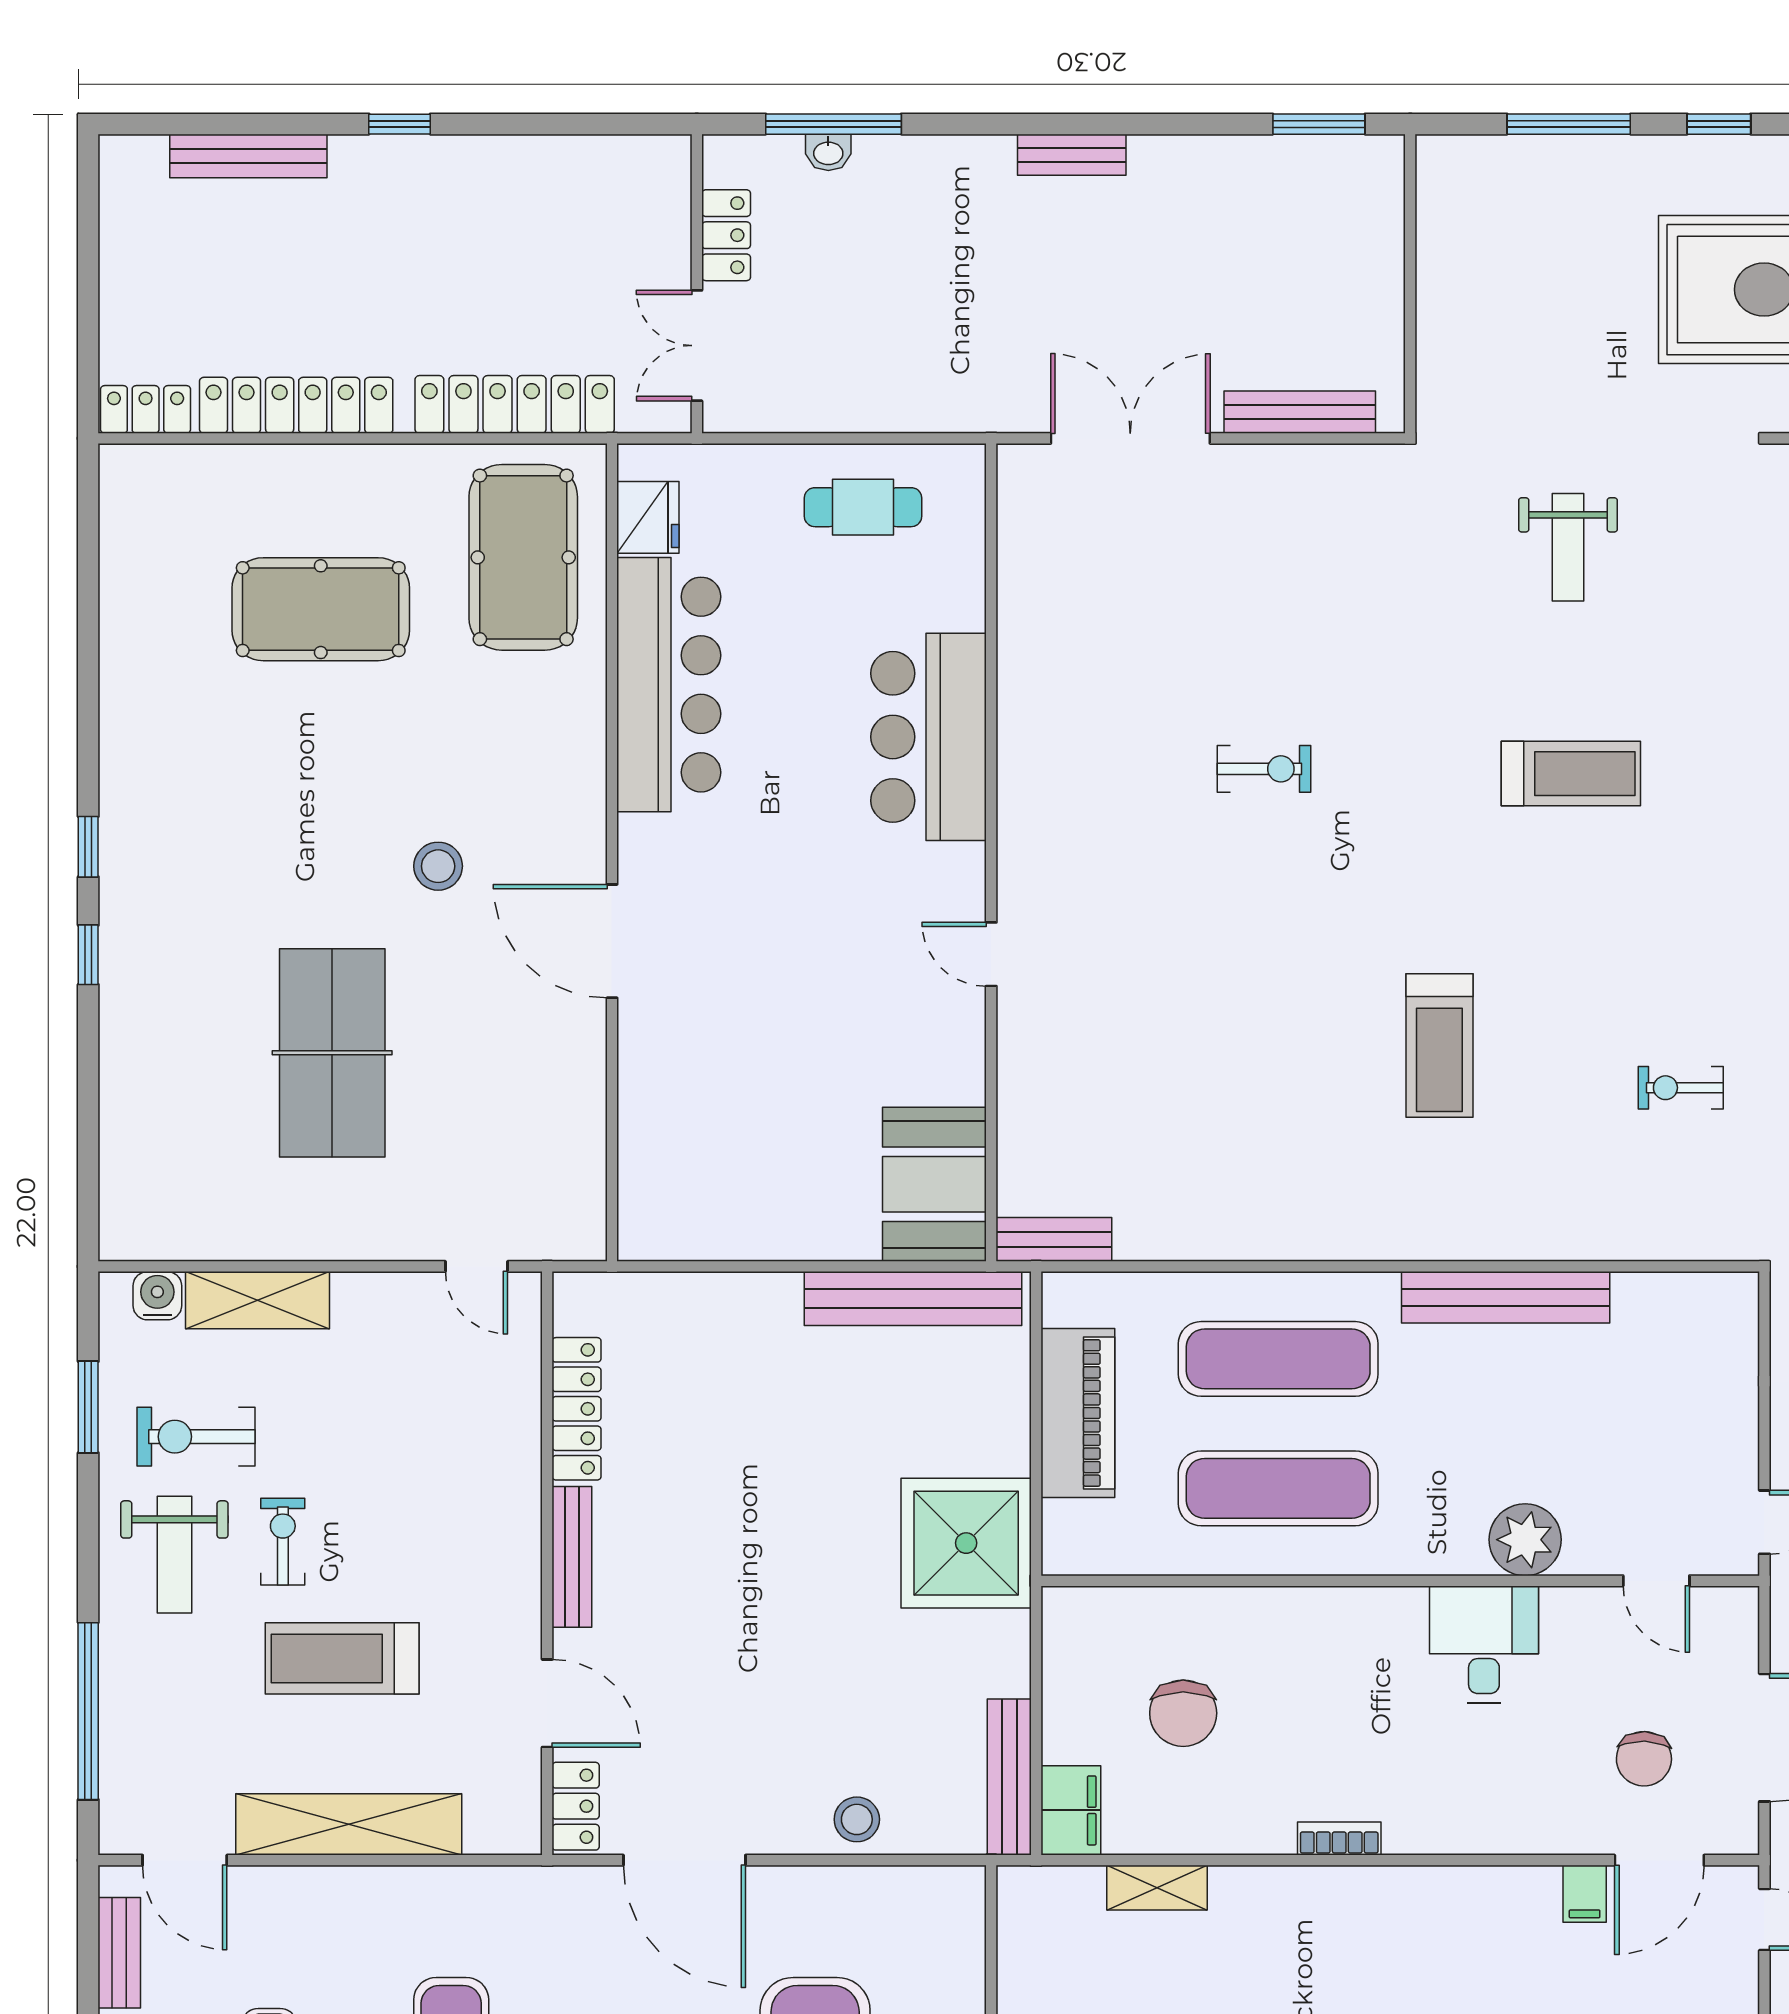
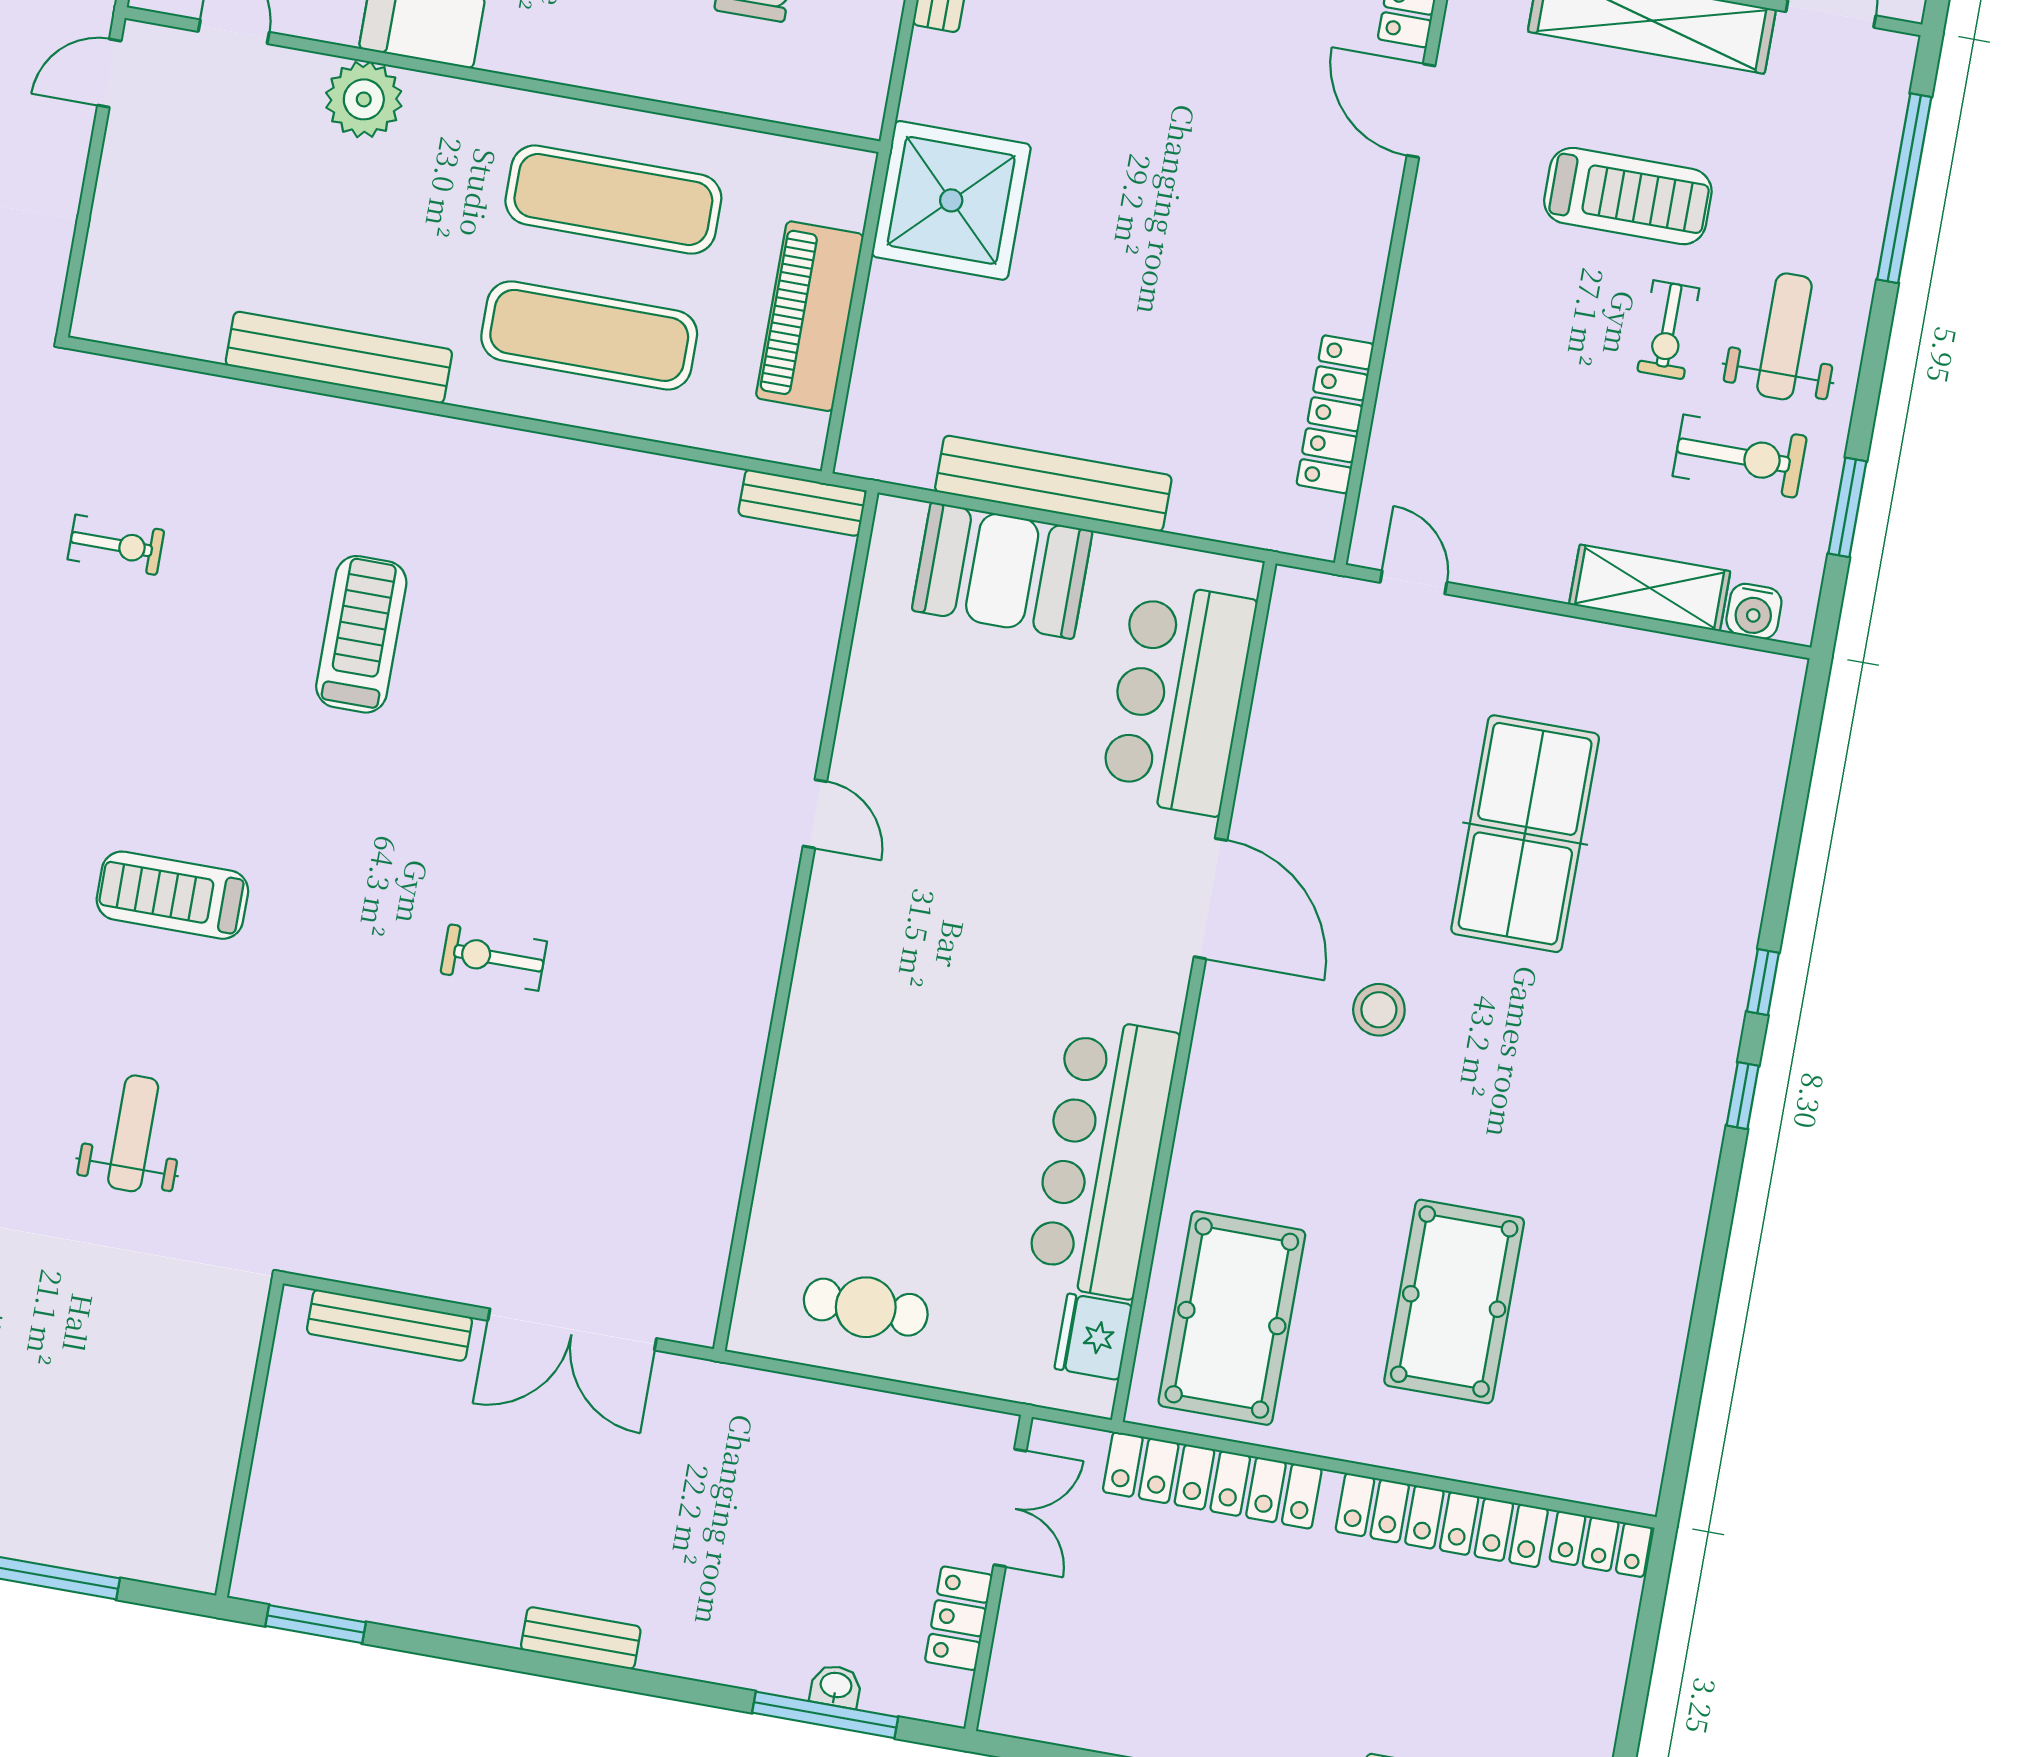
pool table: (321, 609) -> (1454, 1302), turned 90
bar counter: (929, 737) -> (1178, 698), moved, turned 180
booth: (934, 1184) -> (1002, 571), moved, turned 90
bench: (913, 1298) -> (1053, 484), moved
bench: (572, 1557) -> (1368, 260), removed

